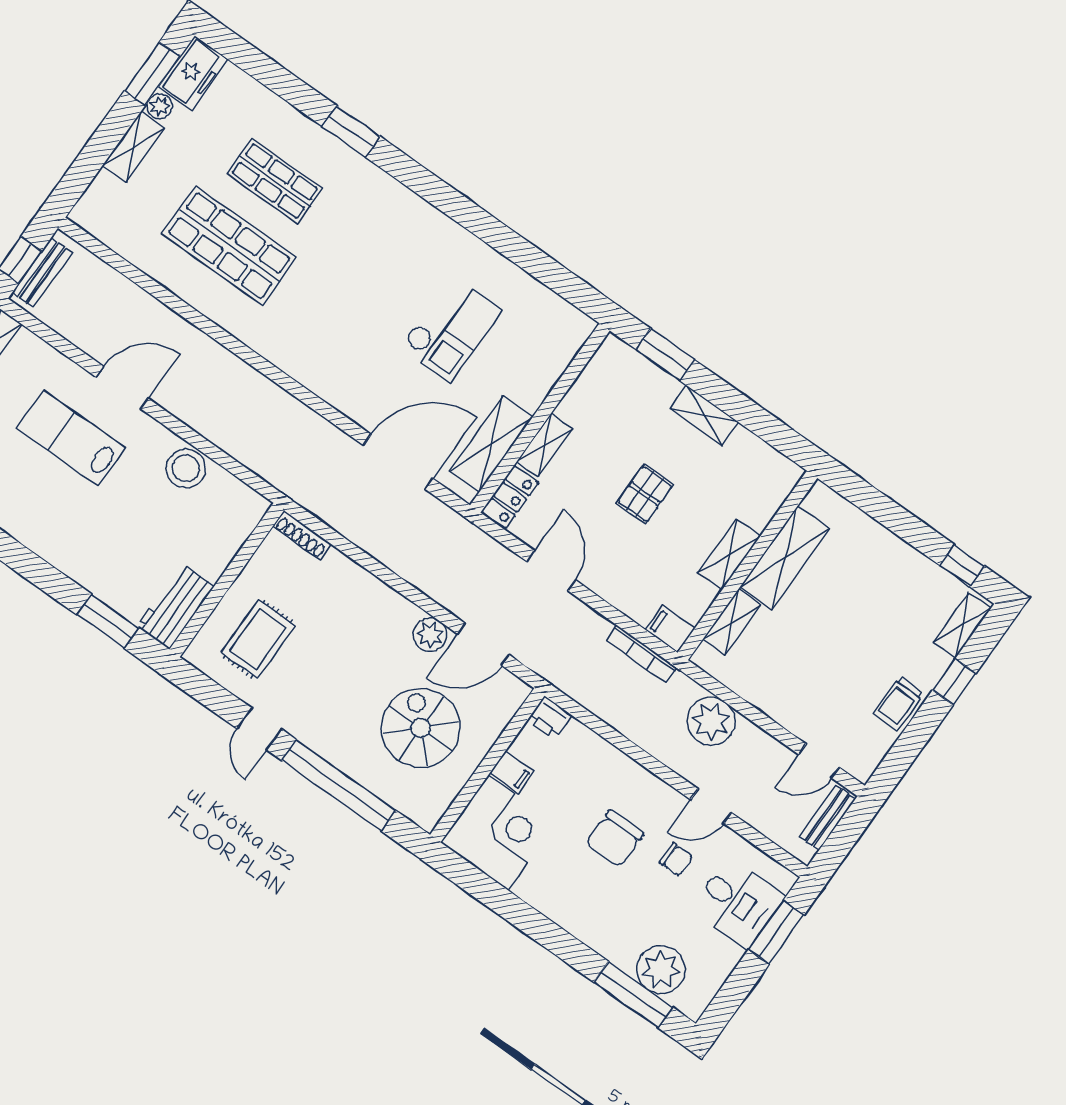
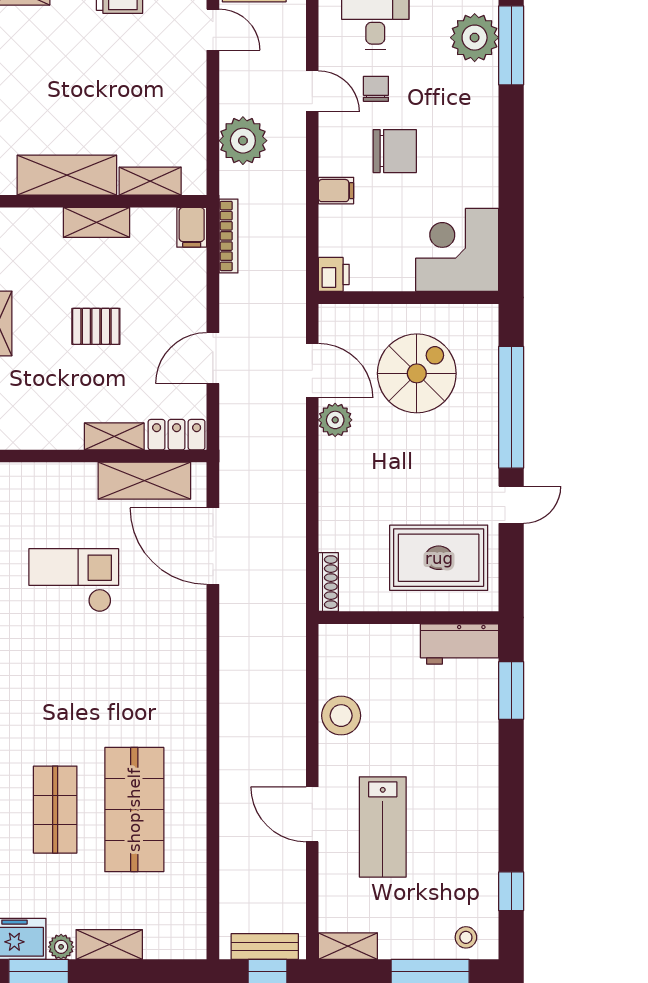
rug: (258, 639) -> (439, 558), width x1.36, depth x1.43
spiral stairs: (421, 728) -> (417, 373), turned 180
filing cabinet: (512, 772) -> (336, 191), moved, turned 90

